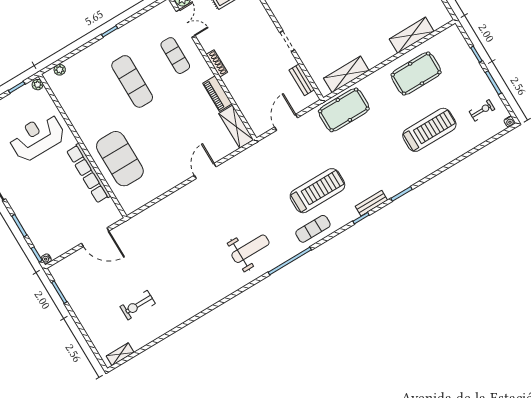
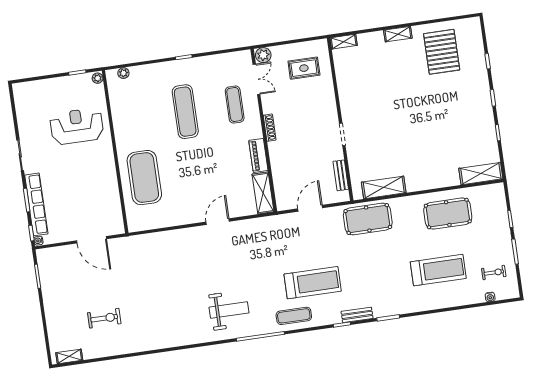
shelving: (412, 35) -> (481, 174), moved
water cooler: (510, 122) -> (490, 297), moved
row of seats: (88, 173) -> (36, 204), moved, turned 180
exercise bike: (138, 305) -> (104, 318), turned 180

